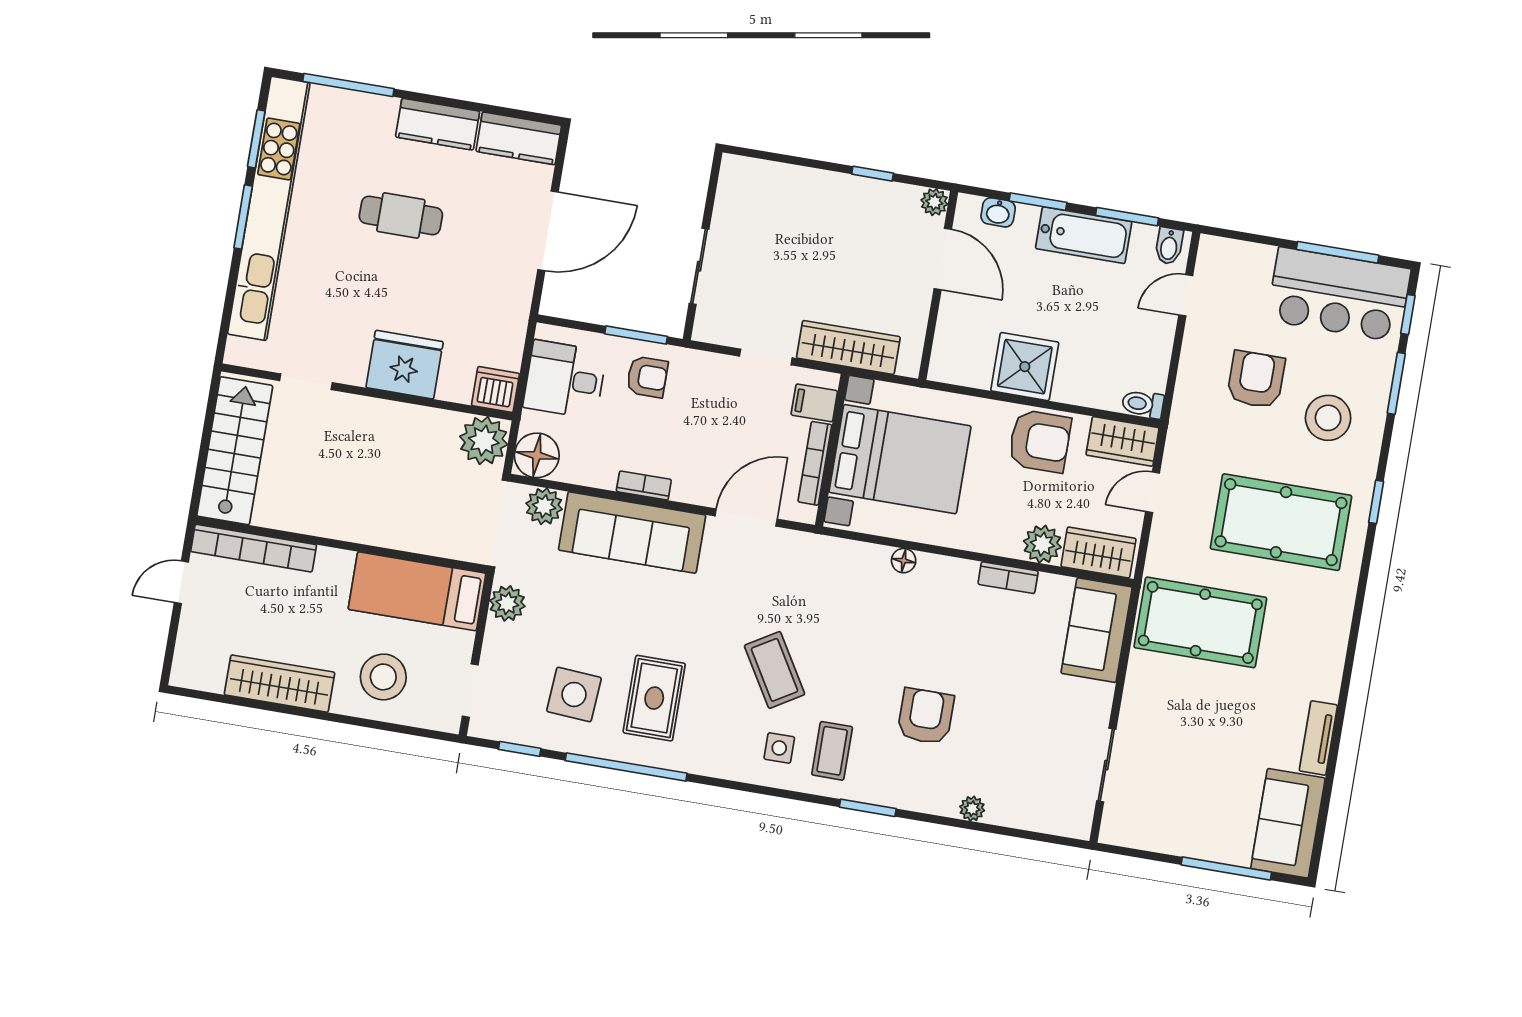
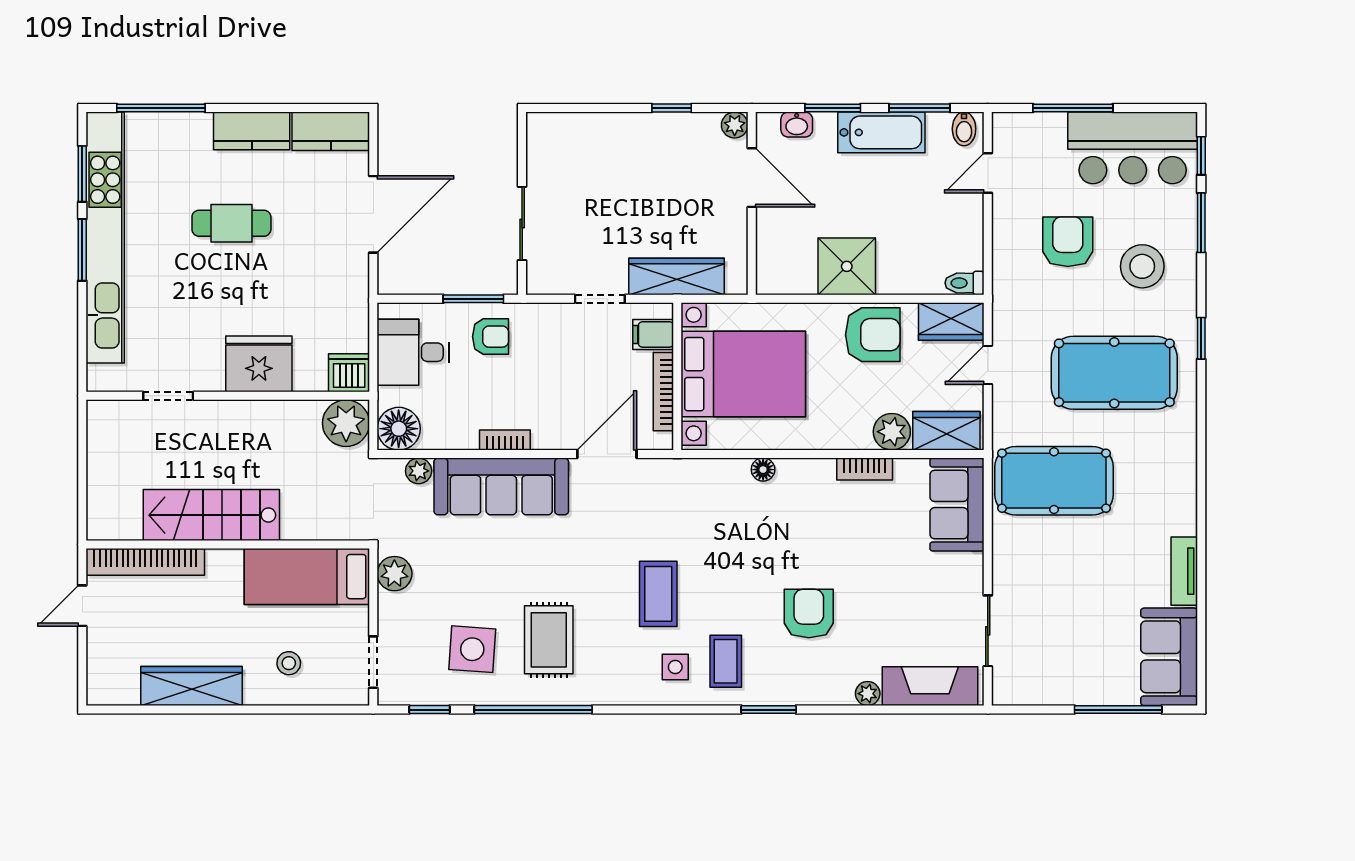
window: (1338, 252) -> (1073, 108), moved
stairs: (235, 451) -> (211, 515), moved, turned -90
plant: (544, 506) -> (419, 471), width x0.73, depth x0.73
coffee table: (775, 670) -> (658, 594), turned 31
stool: (383, 677) -> (289, 663), width x0.53, depth x0.53
fireplace: (1037, 812) -> (930, 686), added

